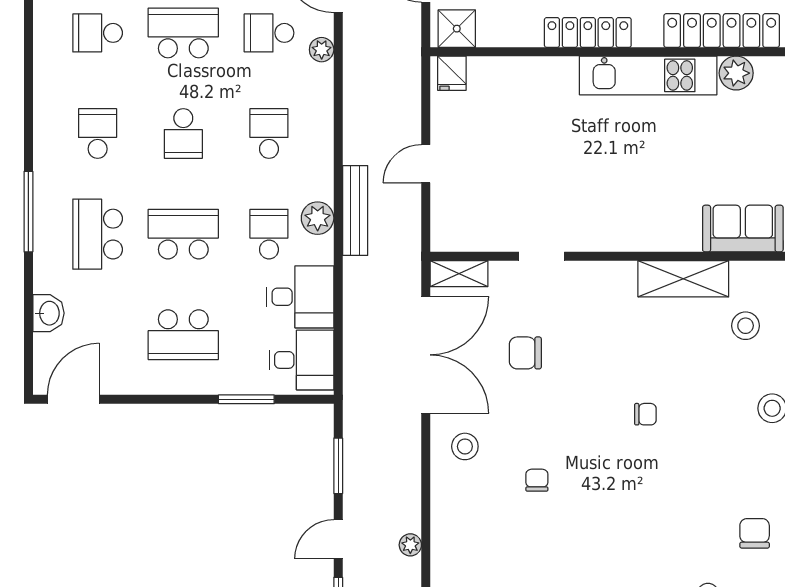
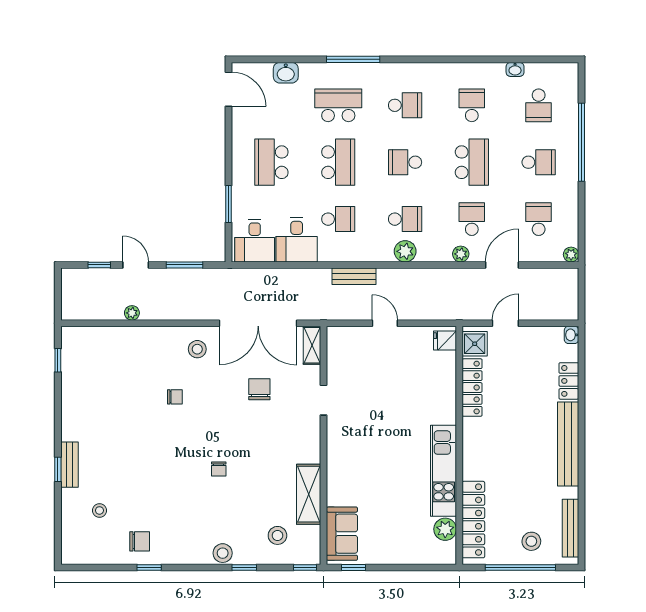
locker: (588, 32) -> (472, 388), moved
bench: (355, 211) -> (354, 276), width x0.73
plant: (318, 218) -> (405, 251), moved

